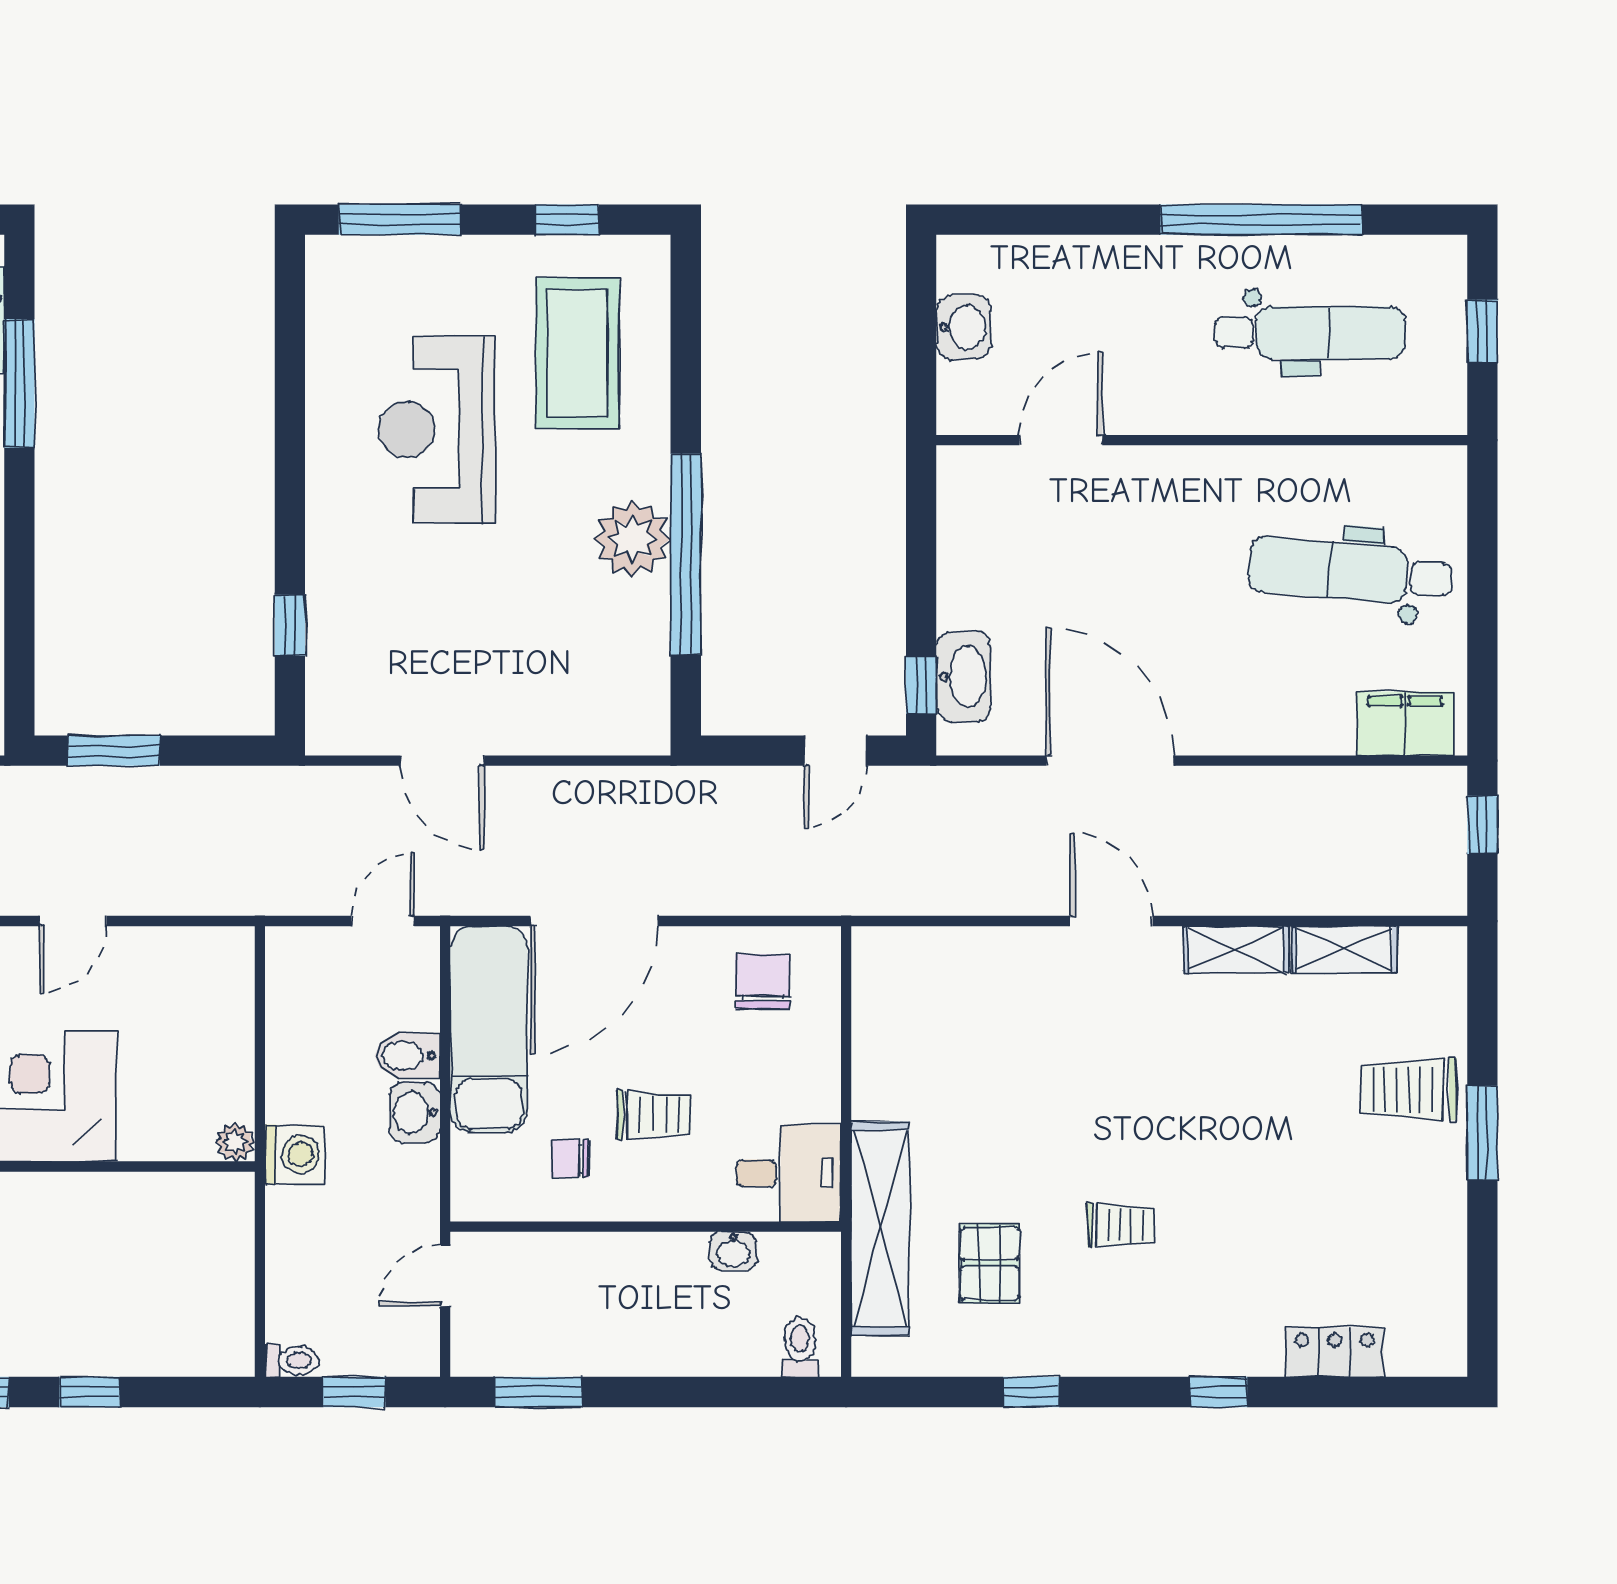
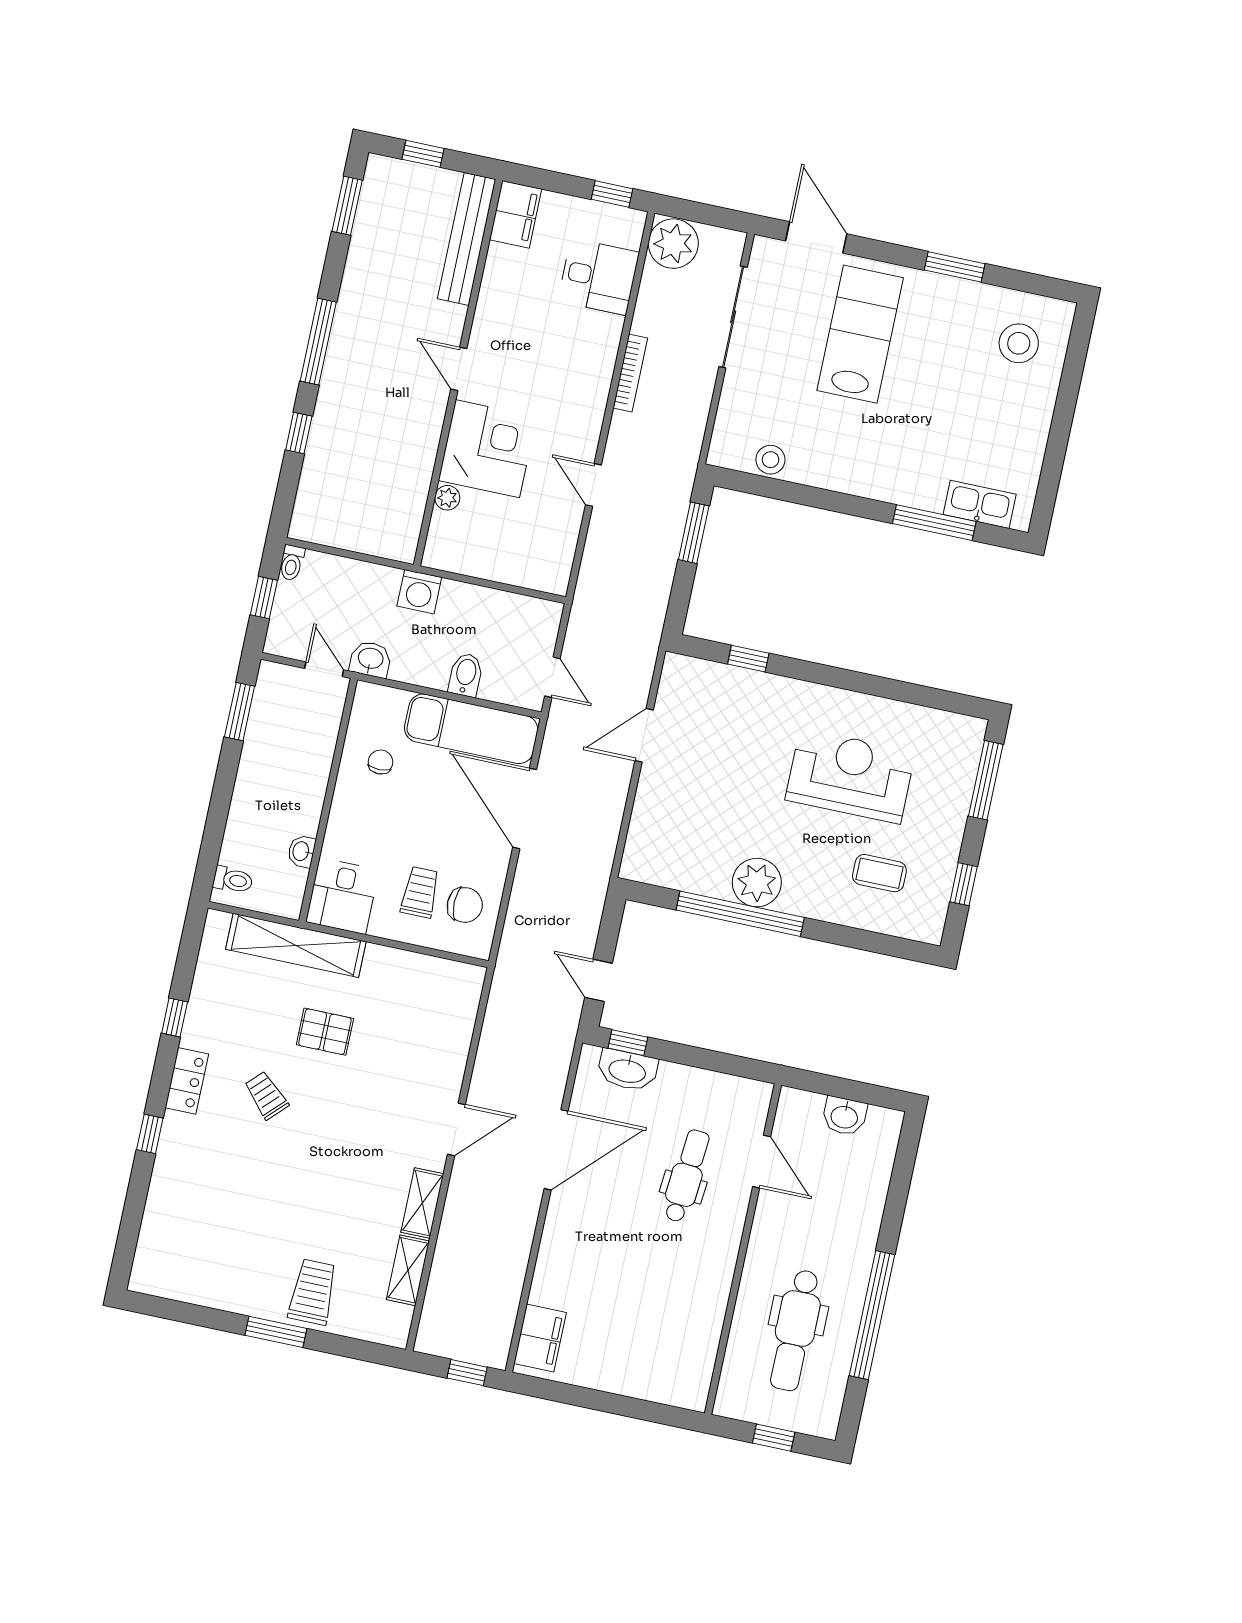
coffee table: (578, 353) -> (879, 873), width x0.54, depth x0.58
dental chair: (1350, 572) -> (687, 1176), moved, width x0.73, depth x0.72
washbasin: (415, 1113) -> (370, 659), moved
trolley: (654, 1114) -> (420, 892), moved, turned 180
plant: (235, 1142) -> (447, 498), moved
trolley: (1121, 1225) -> (266, 1095), turned 135
pallet: (990, 1263) -> (325, 1032), moved
locker: (1335, 1352) -> (187, 1081), moved

